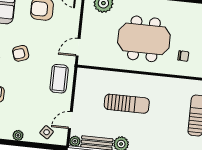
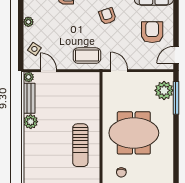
meeting table: (144, 39) -> (134, 133), turned 90
sun lounger: (127, 104) -> (80, 145), moved

